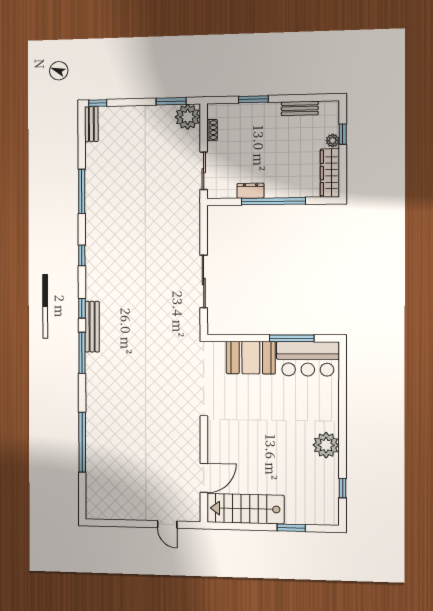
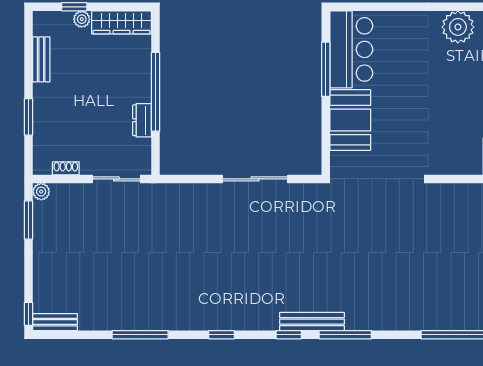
plant: (188, 117) -> (41, 192), width x0.53, depth x0.53

